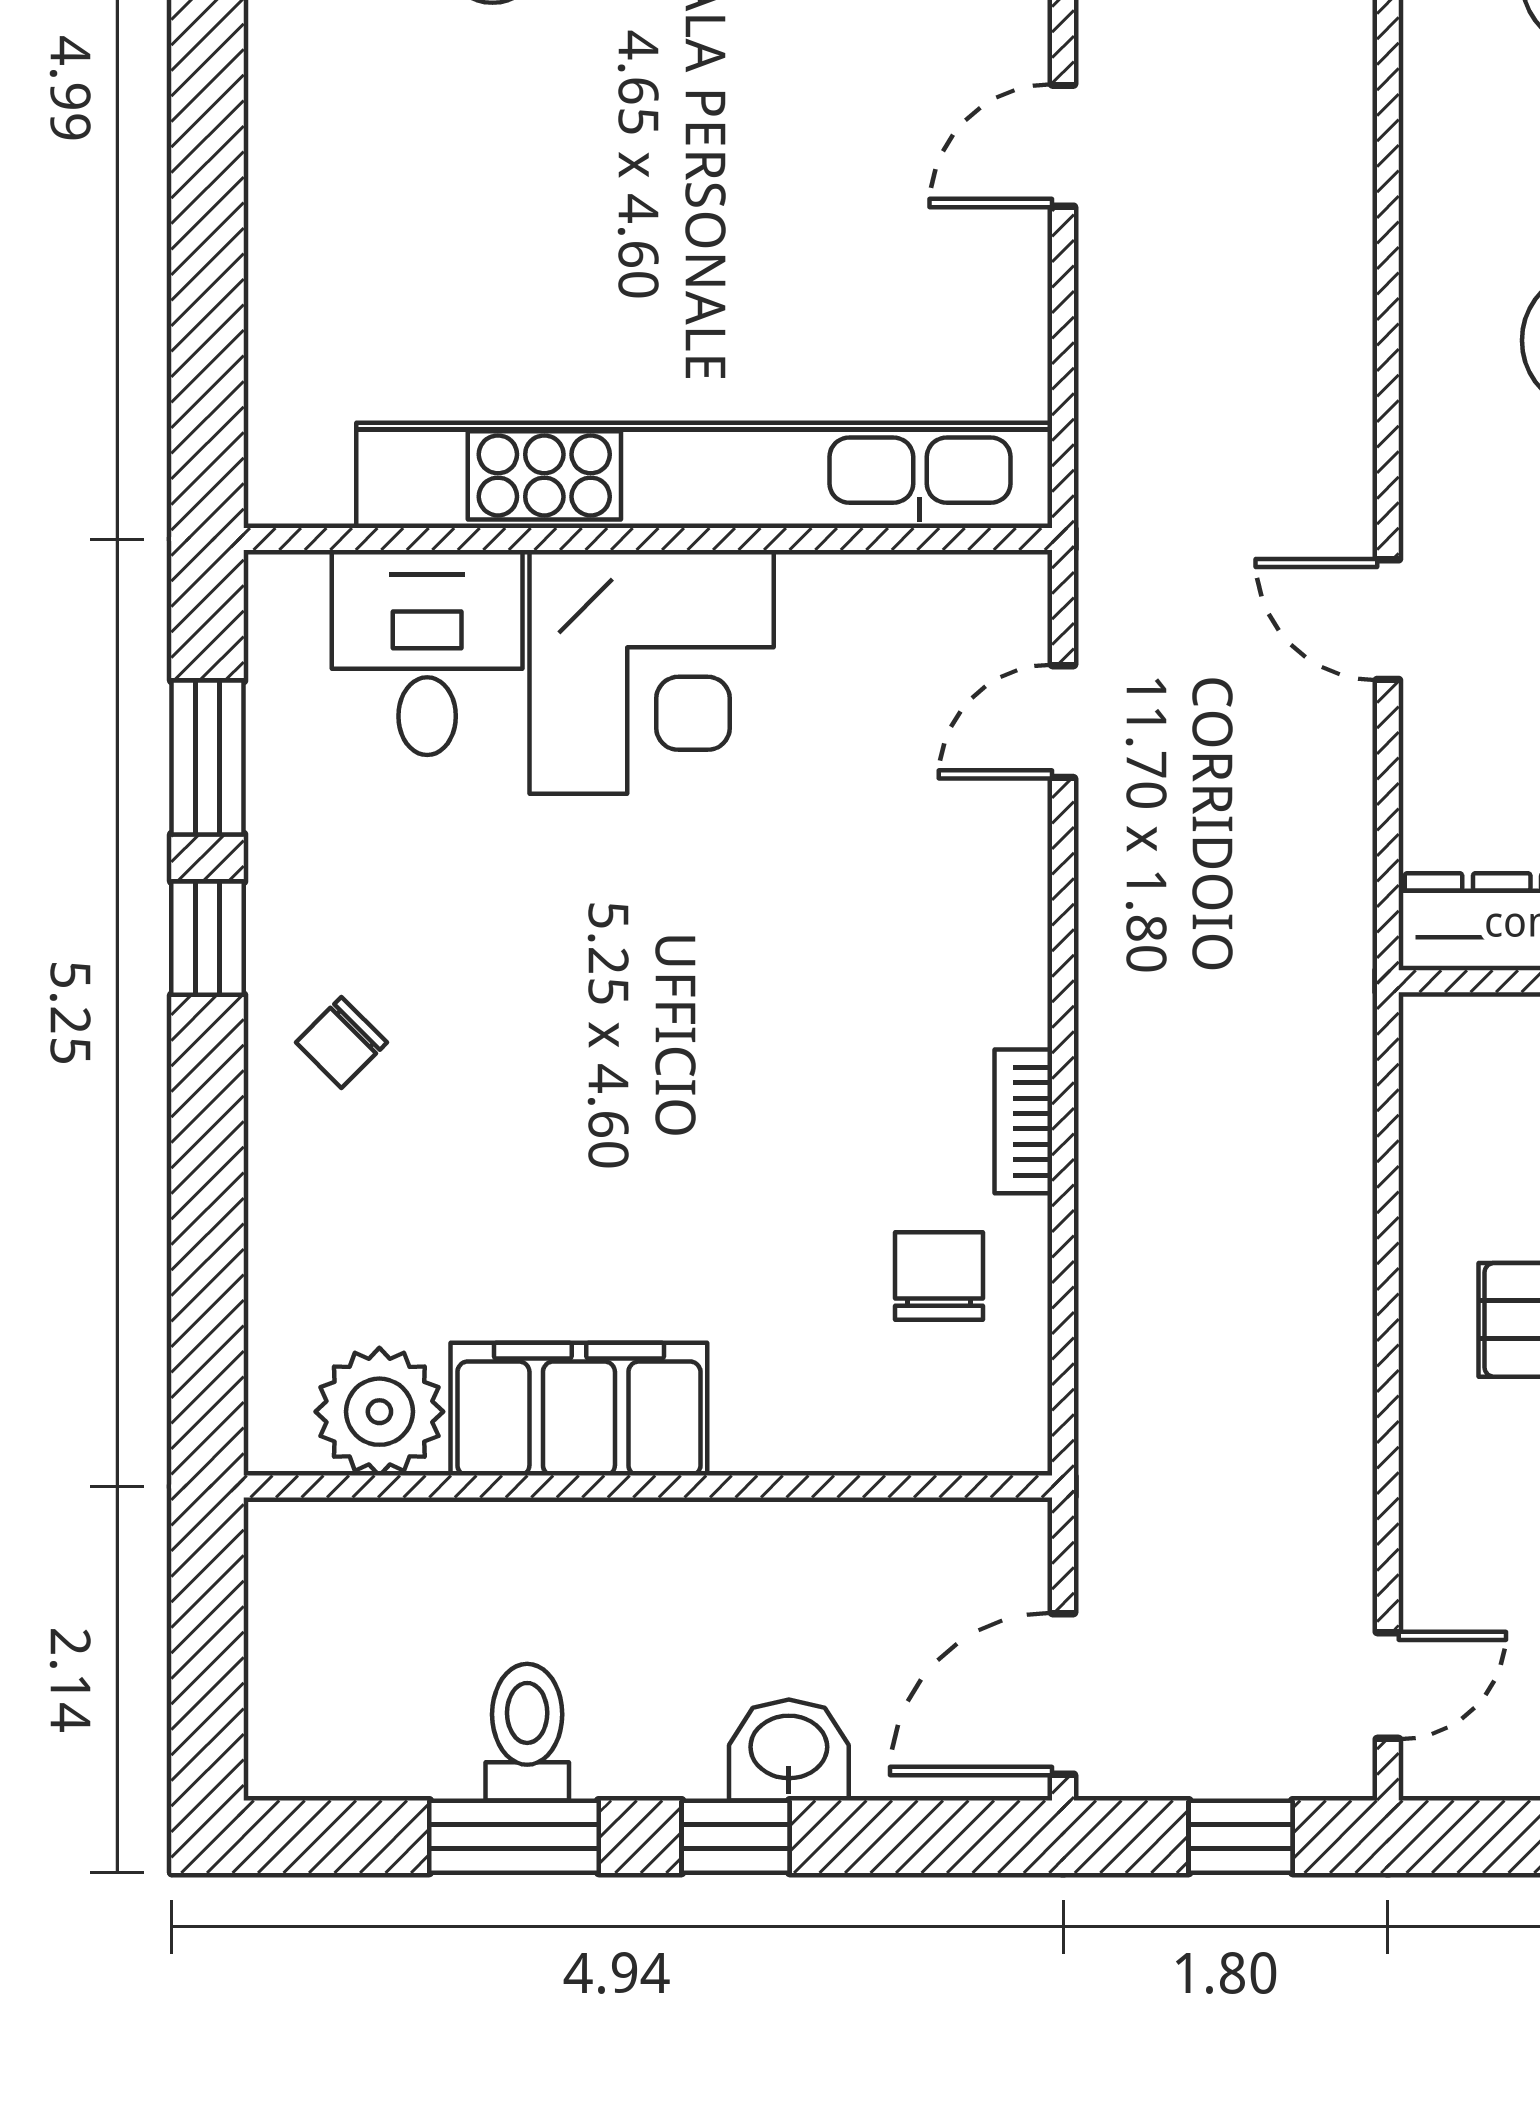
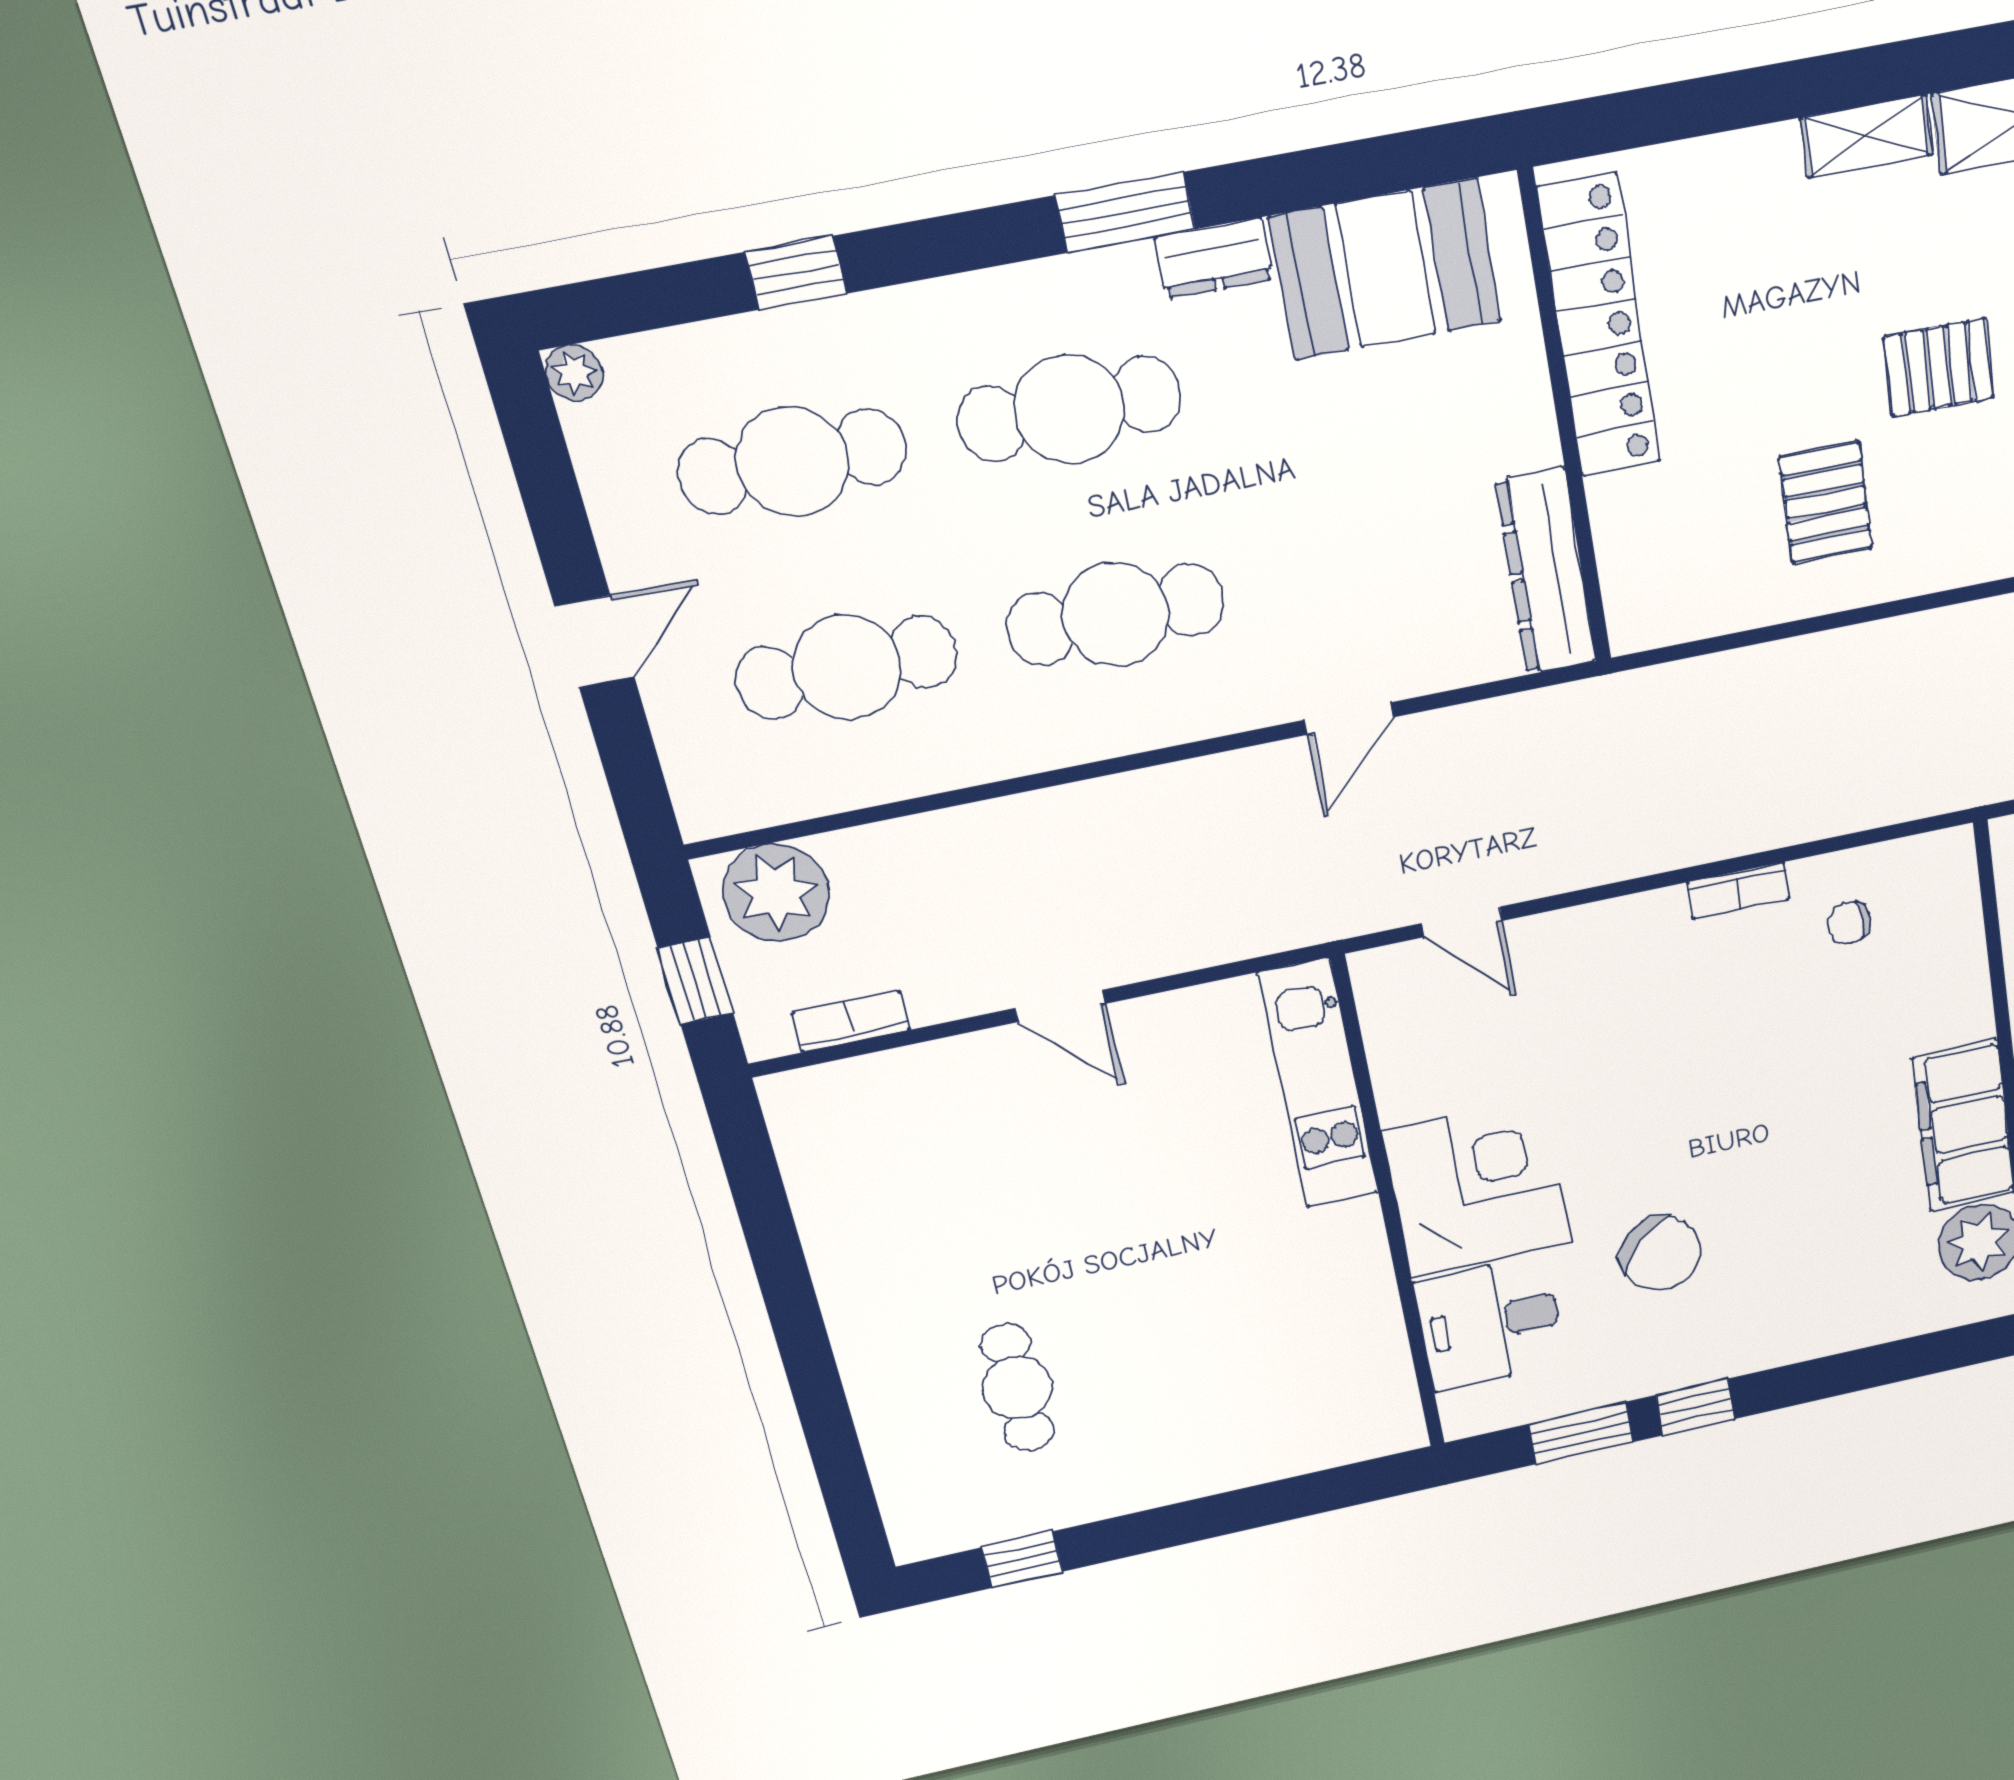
kitchen unit: (704, 475) -> (1318, 1084), width x0.54
chair: (341, 1042) -> (1660, 1253), moved, width x1.87, depth x1.87
chair: (939, 1276) -> (1849, 923), width x0.73, depth x0.73

